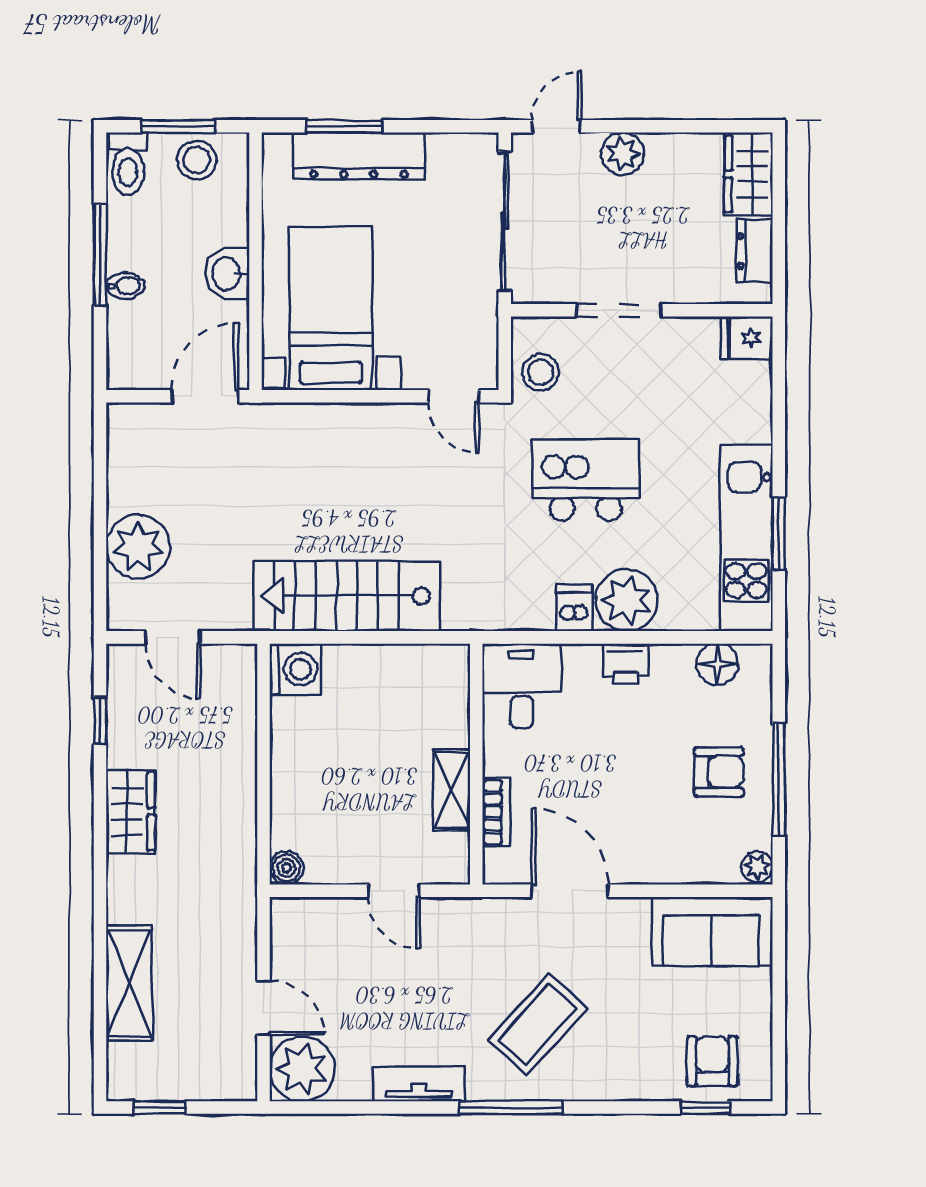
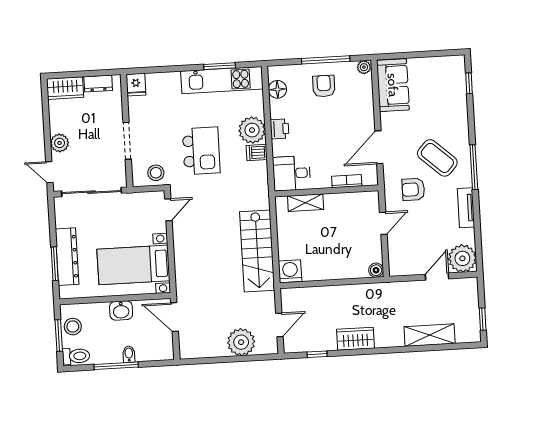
kitchen island: (586, 480) -> (201, 151), turned 180
shelving: (452, 790) -> (306, 203), moved
armchair: (712, 1061) -> (413, 189), moved

